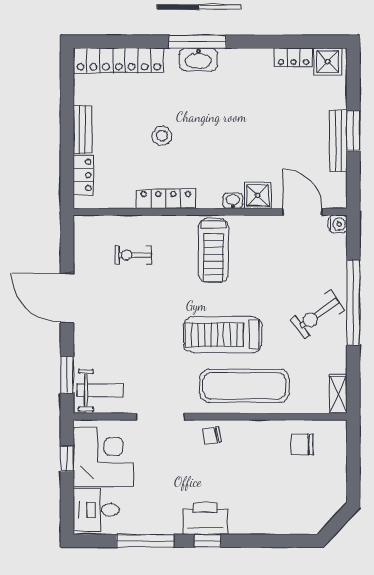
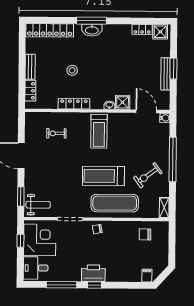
exercise bike: (317, 315) -> (148, 175), moved
filing cabinet: (307, 522) -> (147, 276), added

